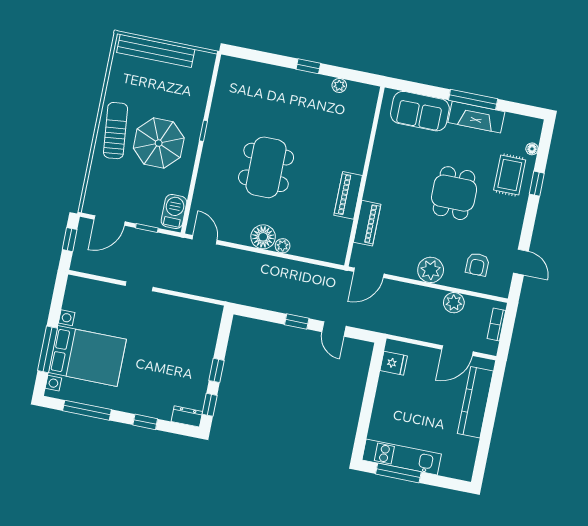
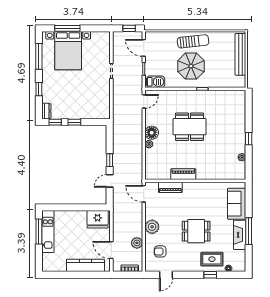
fridge: (394, 363) -> (98, 219), width x1.88, depth x1.34

